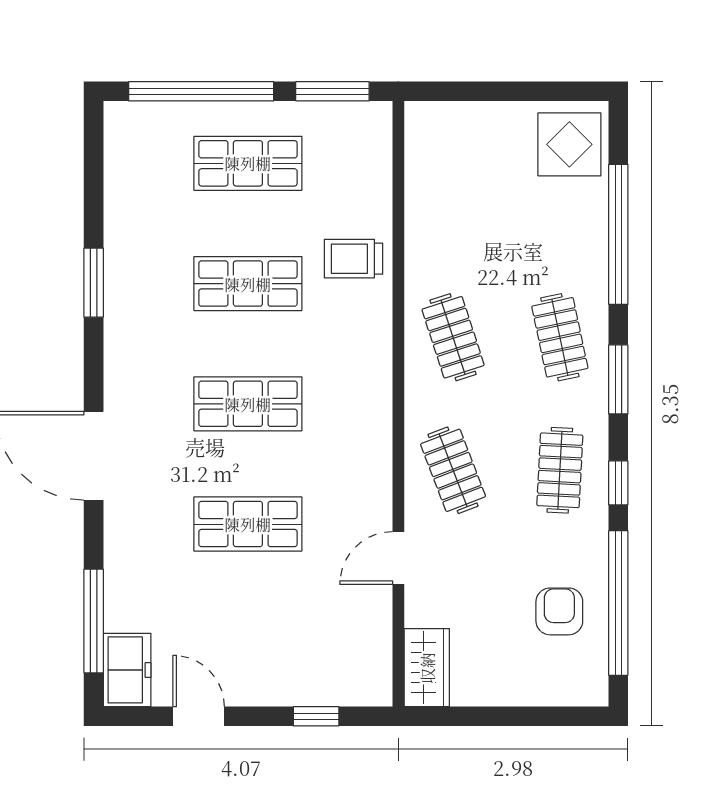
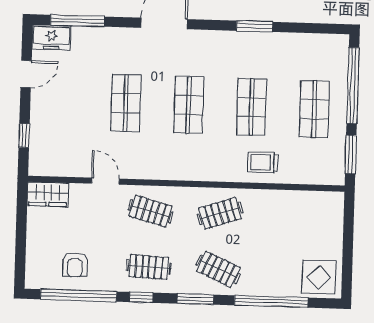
trolley: (353, 259) -> (263, 163), turned -90
clothes rail: (560, 337) -> (218, 269), turned 36
clothes rail: (453, 470) -> (150, 211), turned 36
armchair: (559, 611) -> (75, 264), turned 90

